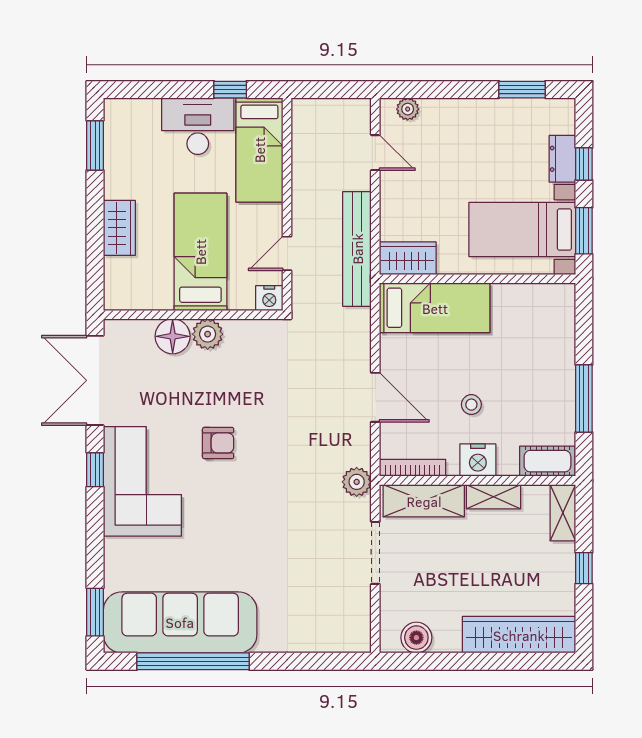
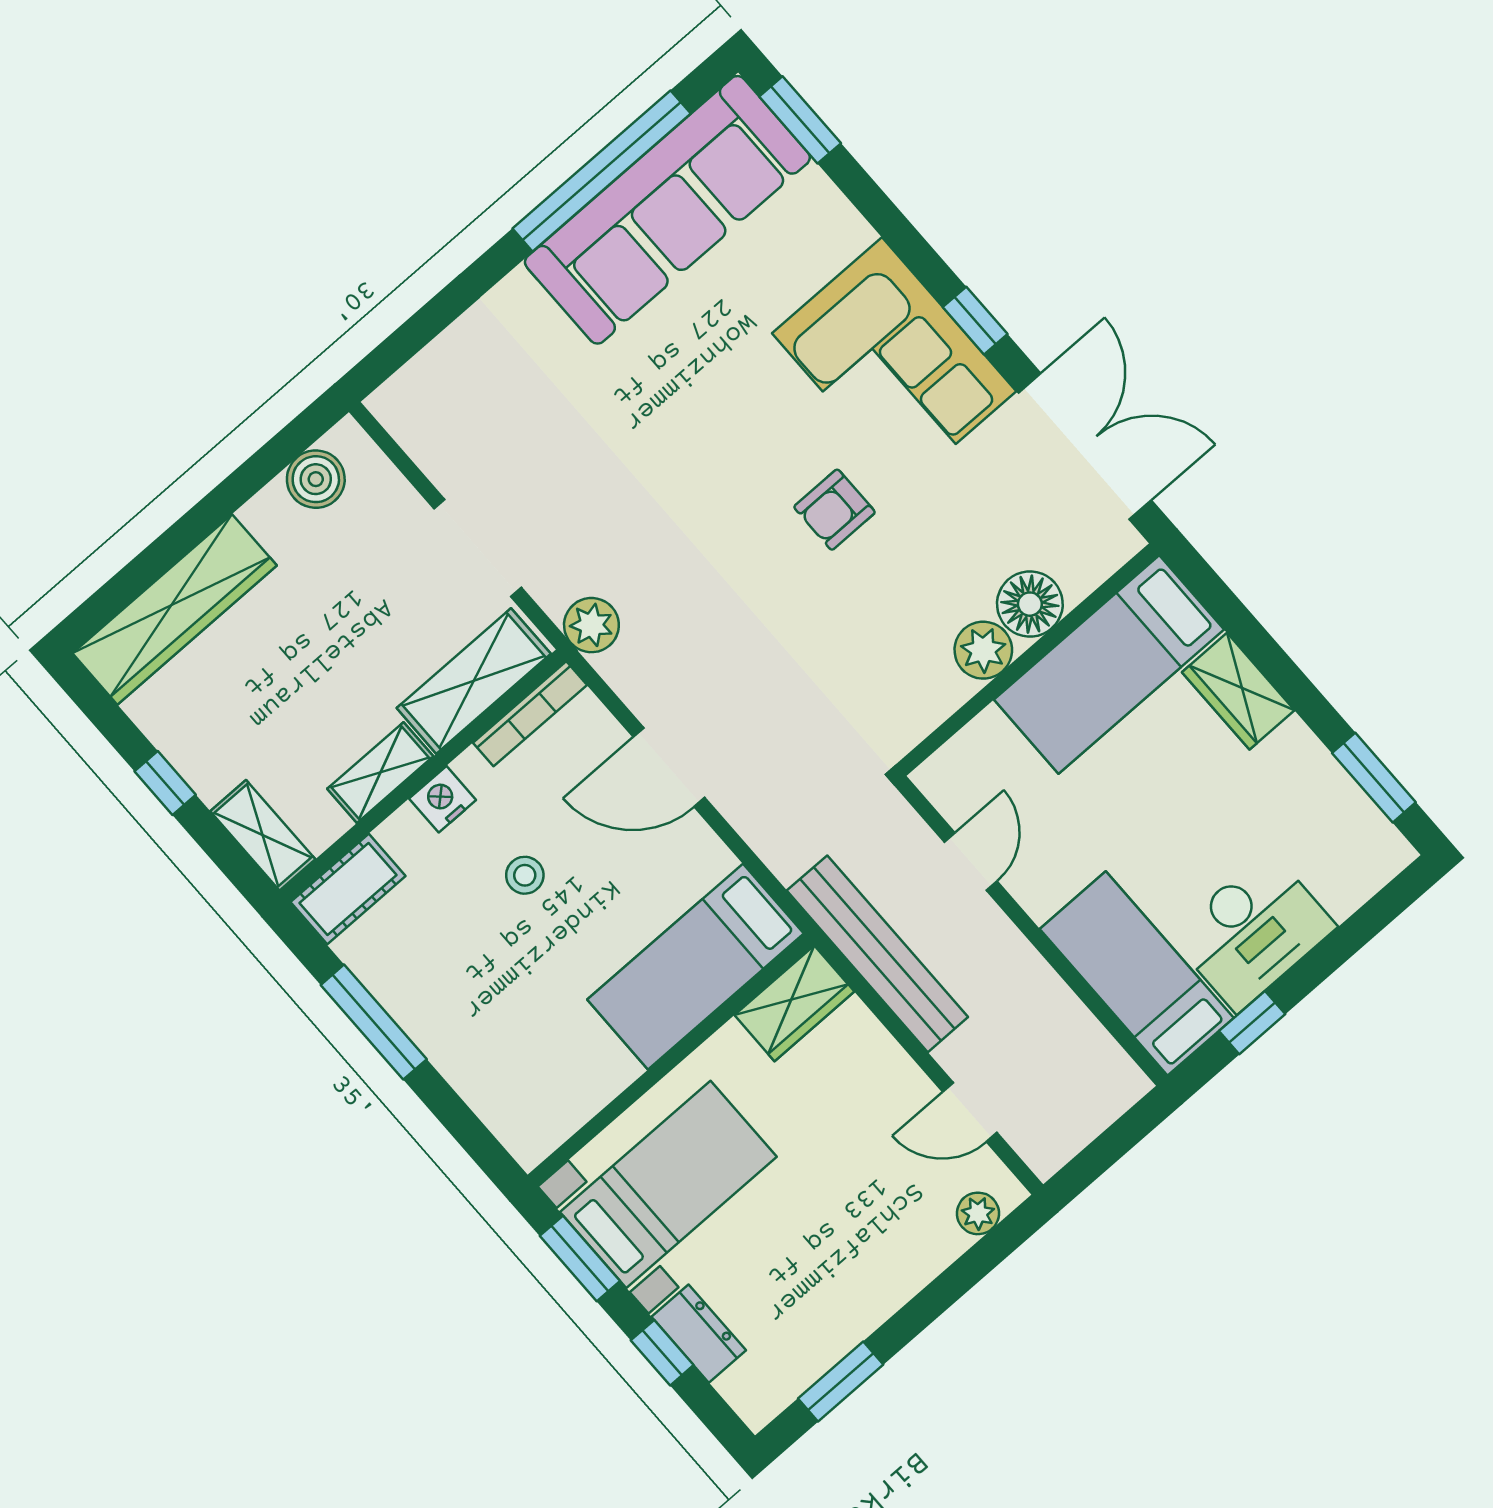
bed: (200, 252) -> (1109, 665), moved, turned 90
nightstand: (269, 298) -> (941, 777), removed
nightstand: (478, 460) -> (443, 799), width x0.74, depth x0.75

